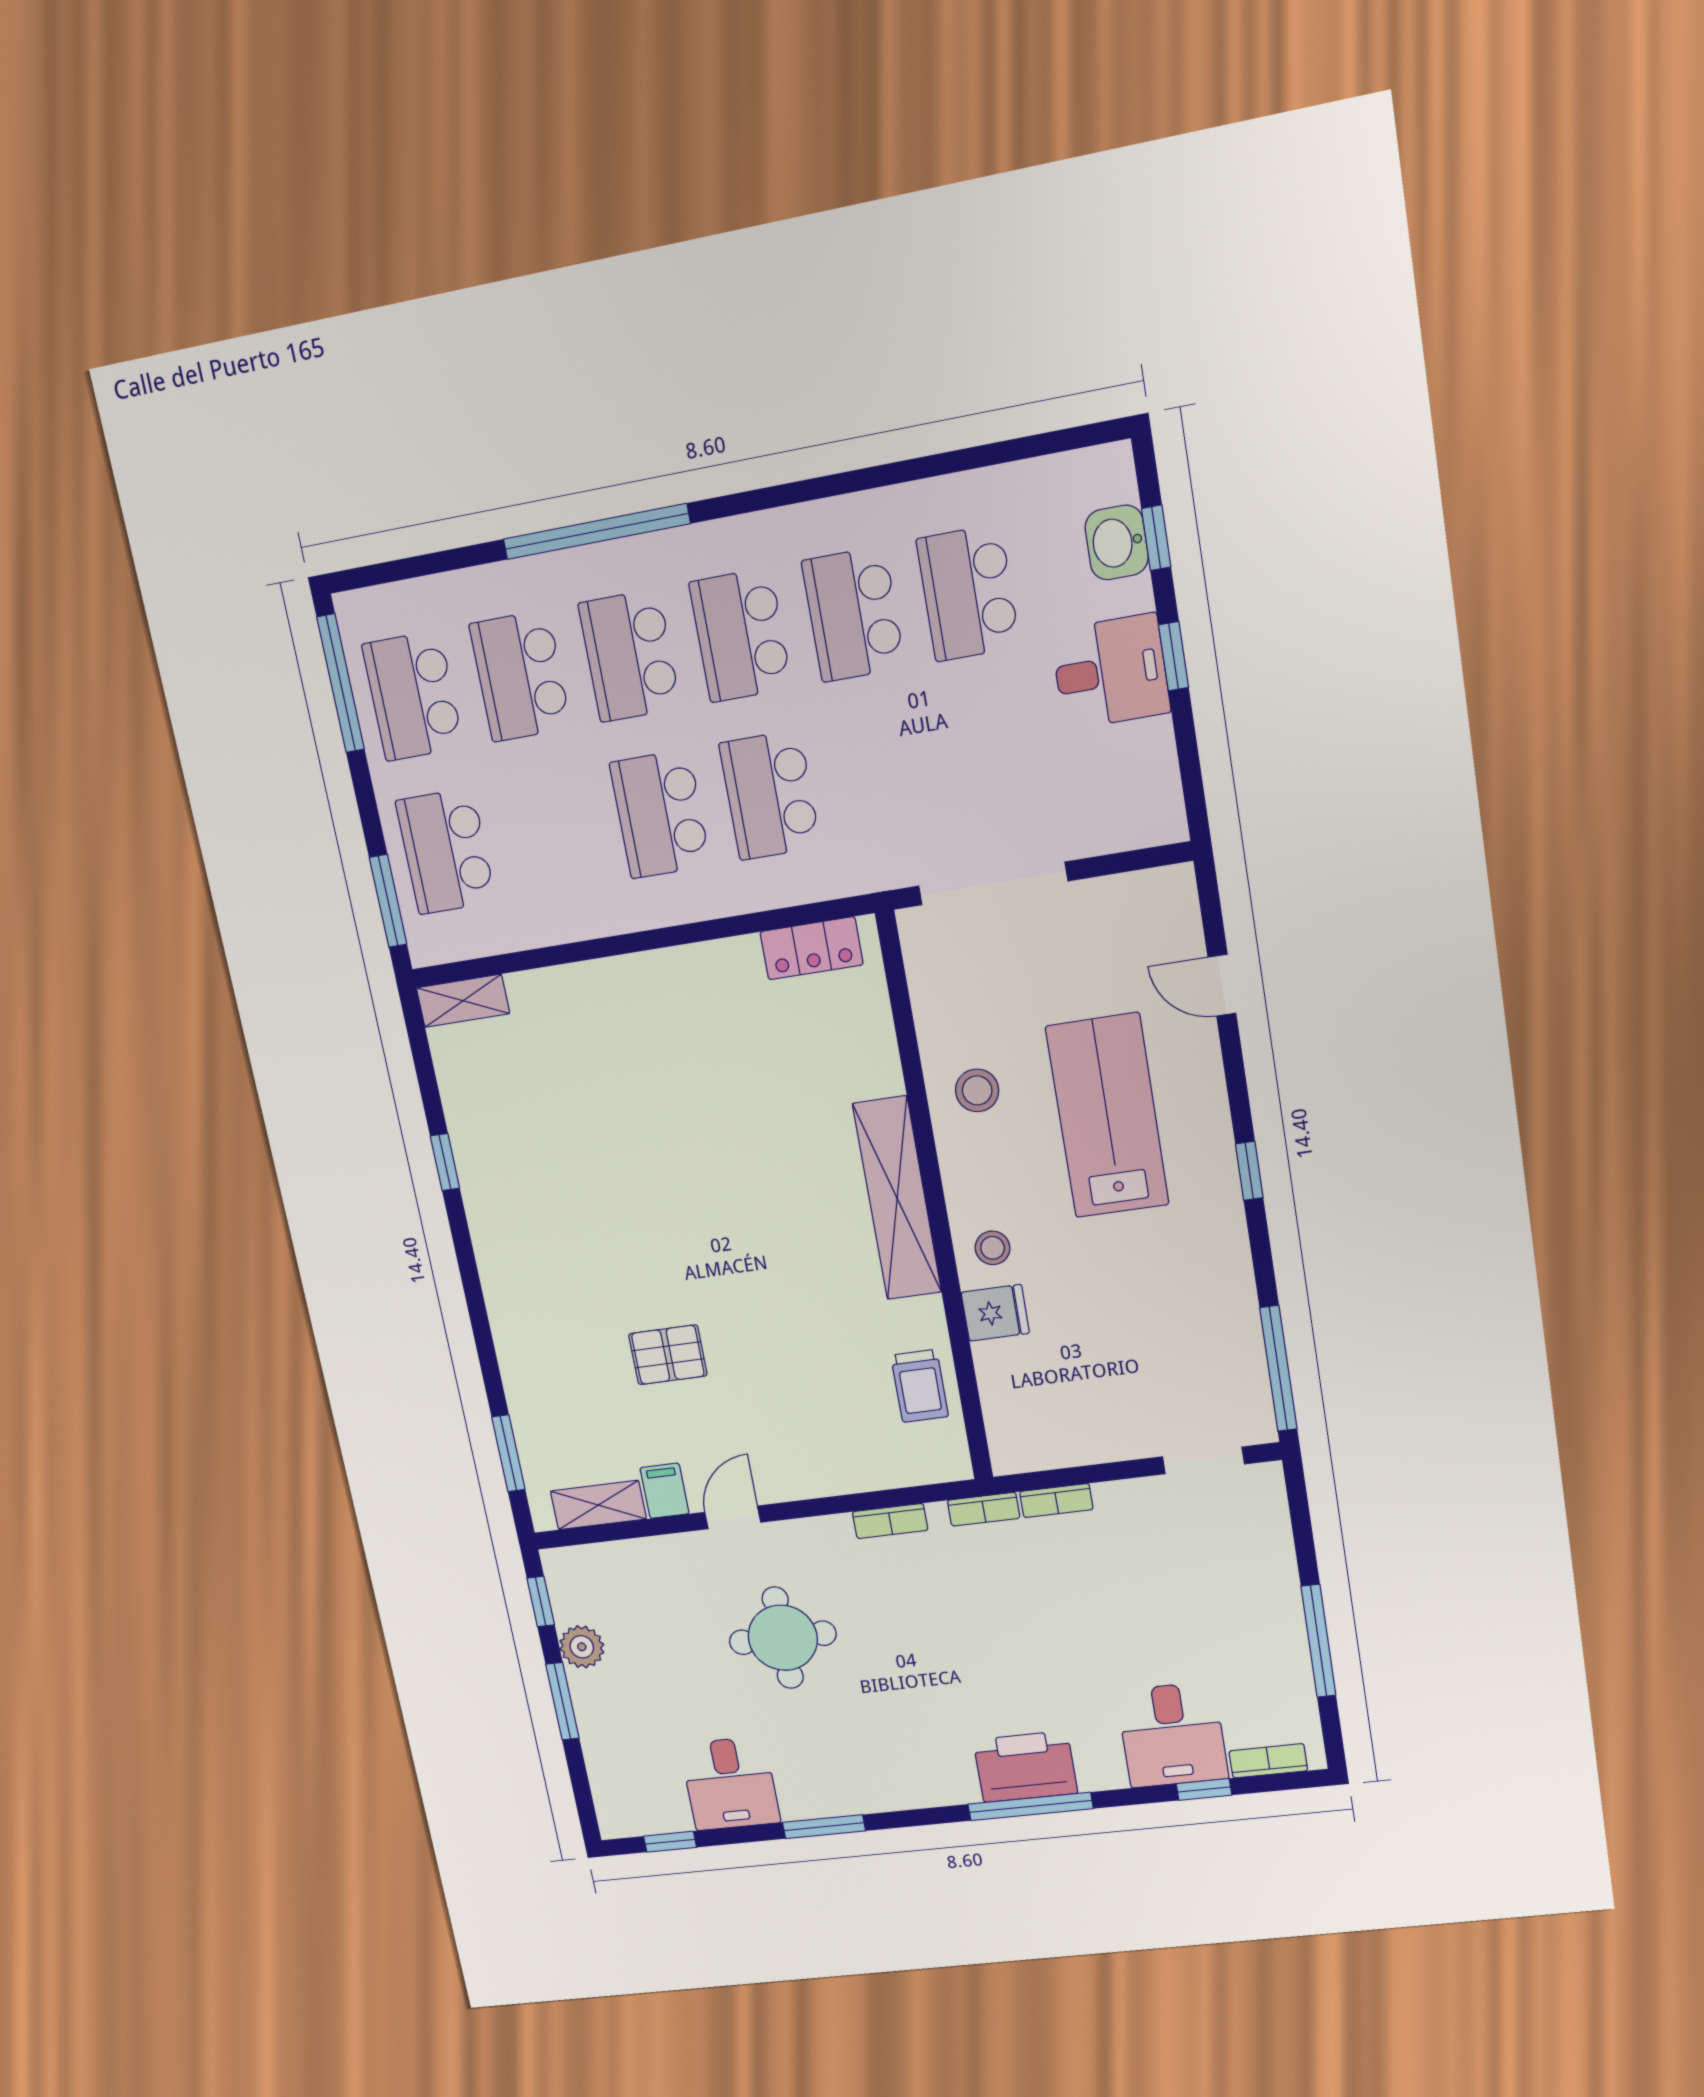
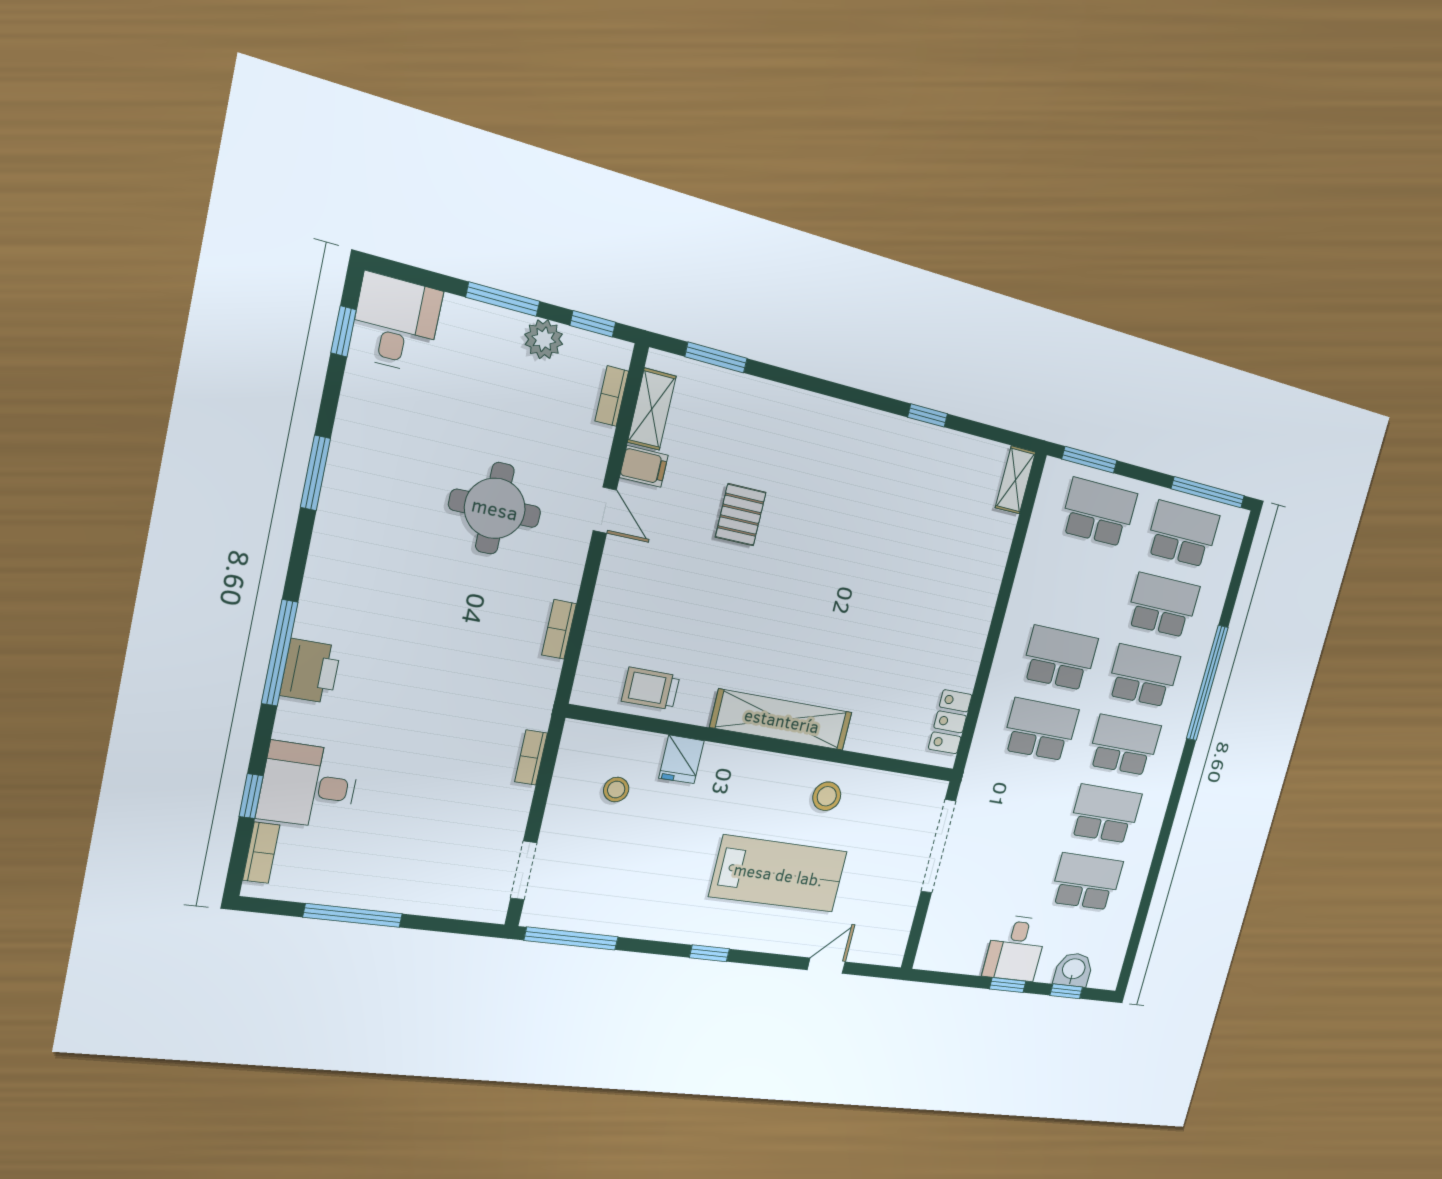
stool: (993, 1248) -> (616, 790), moved
bookcase: (984, 1509) -> (612, 396), moved
printer: (1025, 1767) -> (311, 671), width x0.73, depth x0.84
desk: (730, 1784) -> (396, 323), moved, turned 90

